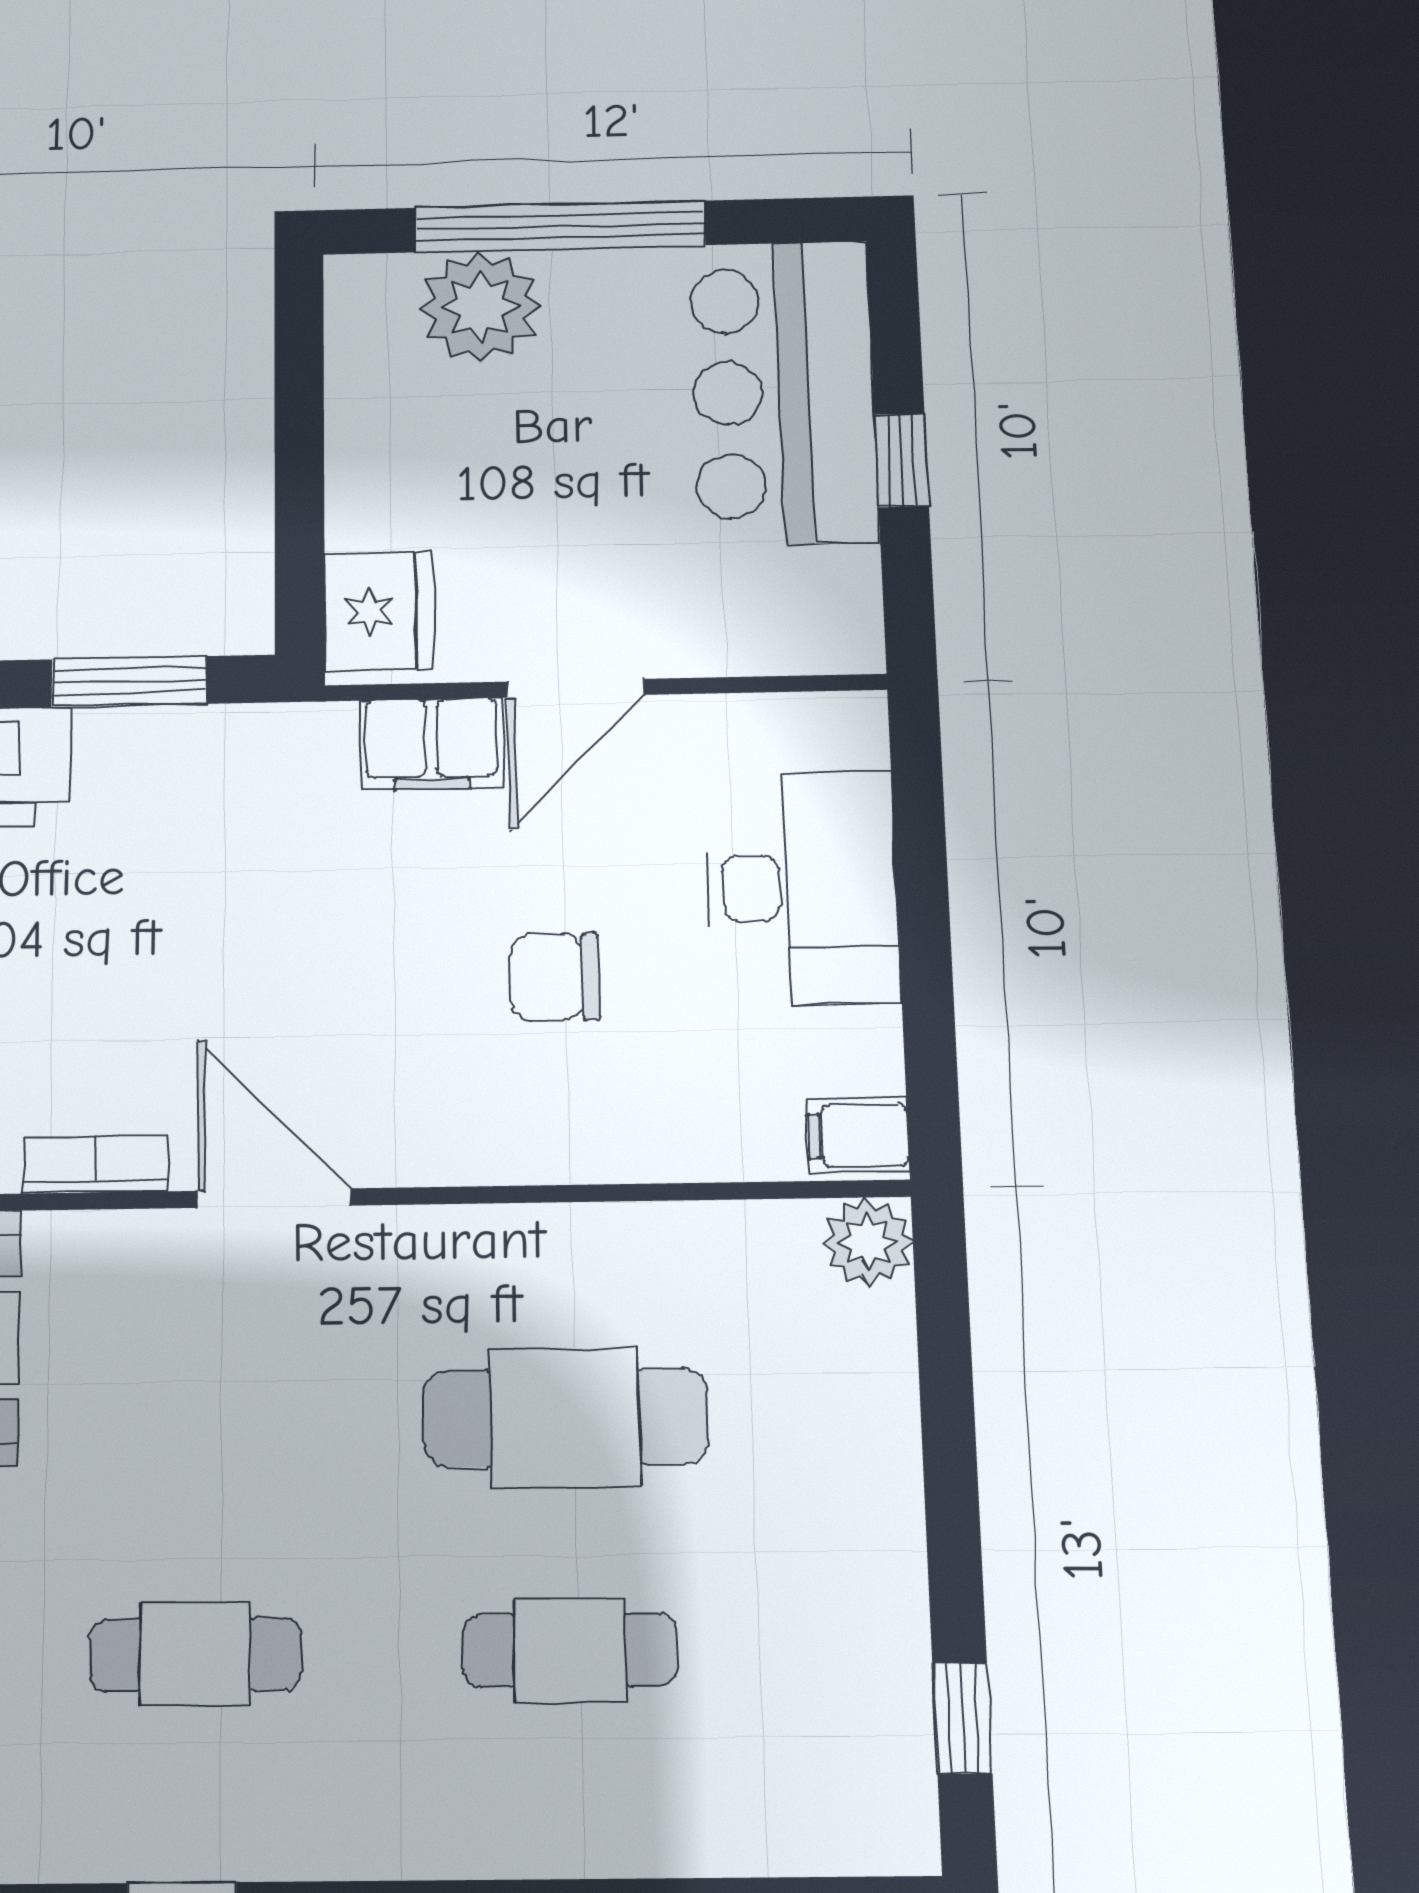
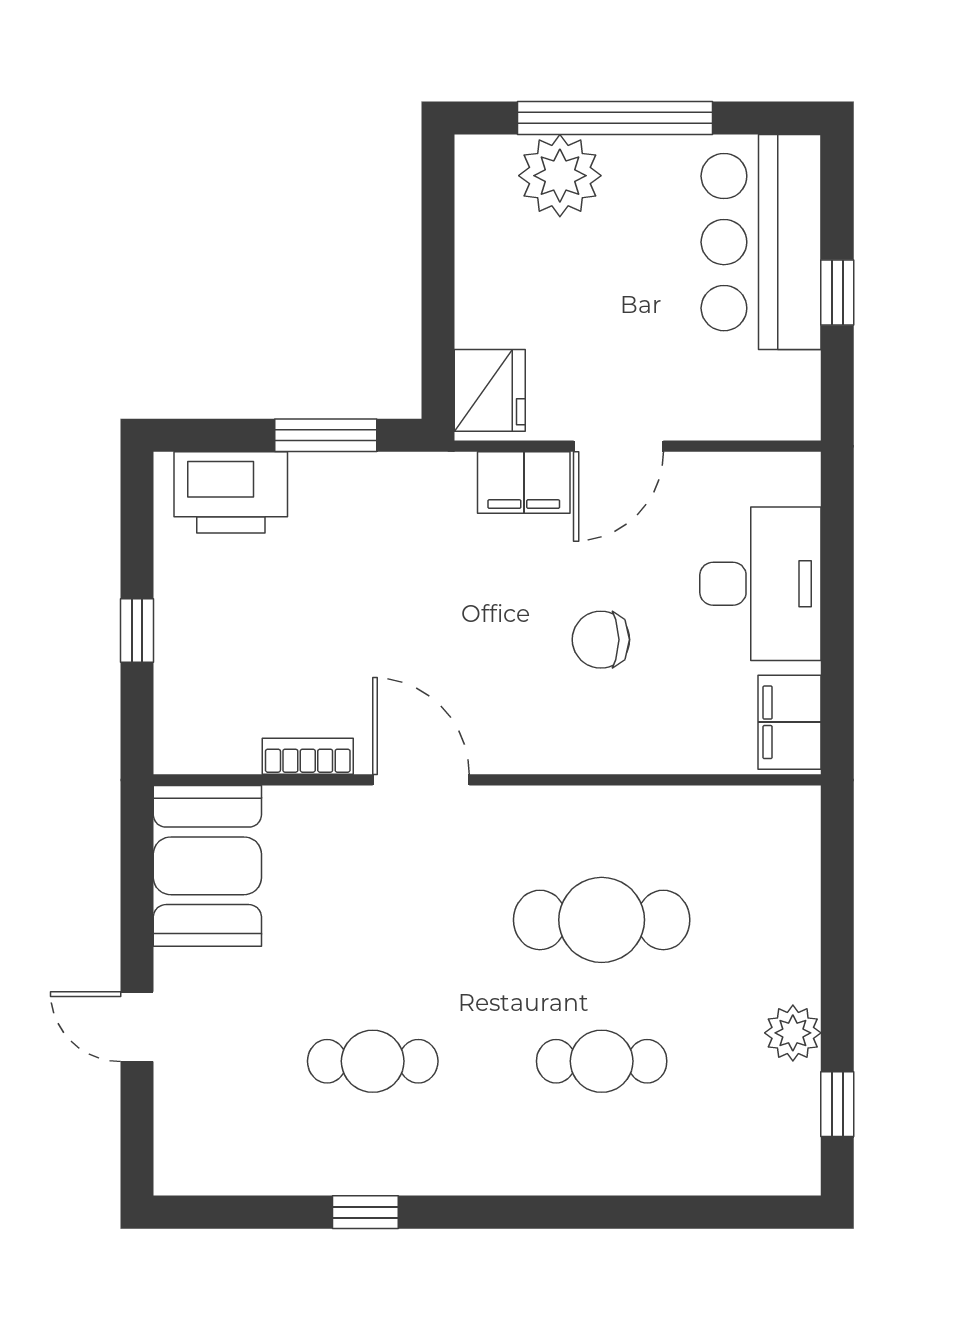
filing cabinet: (858, 1136) -> (789, 722), width x2.00
plant: (868, 1242) -> (793, 1033), moved

